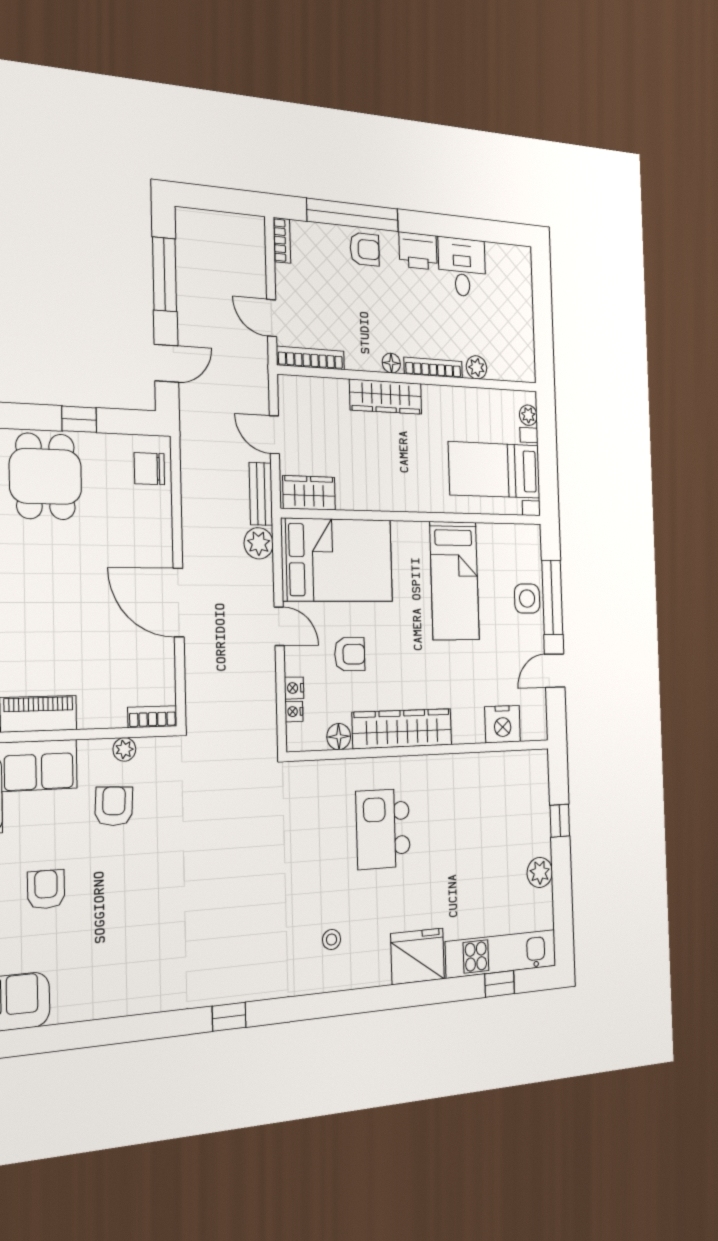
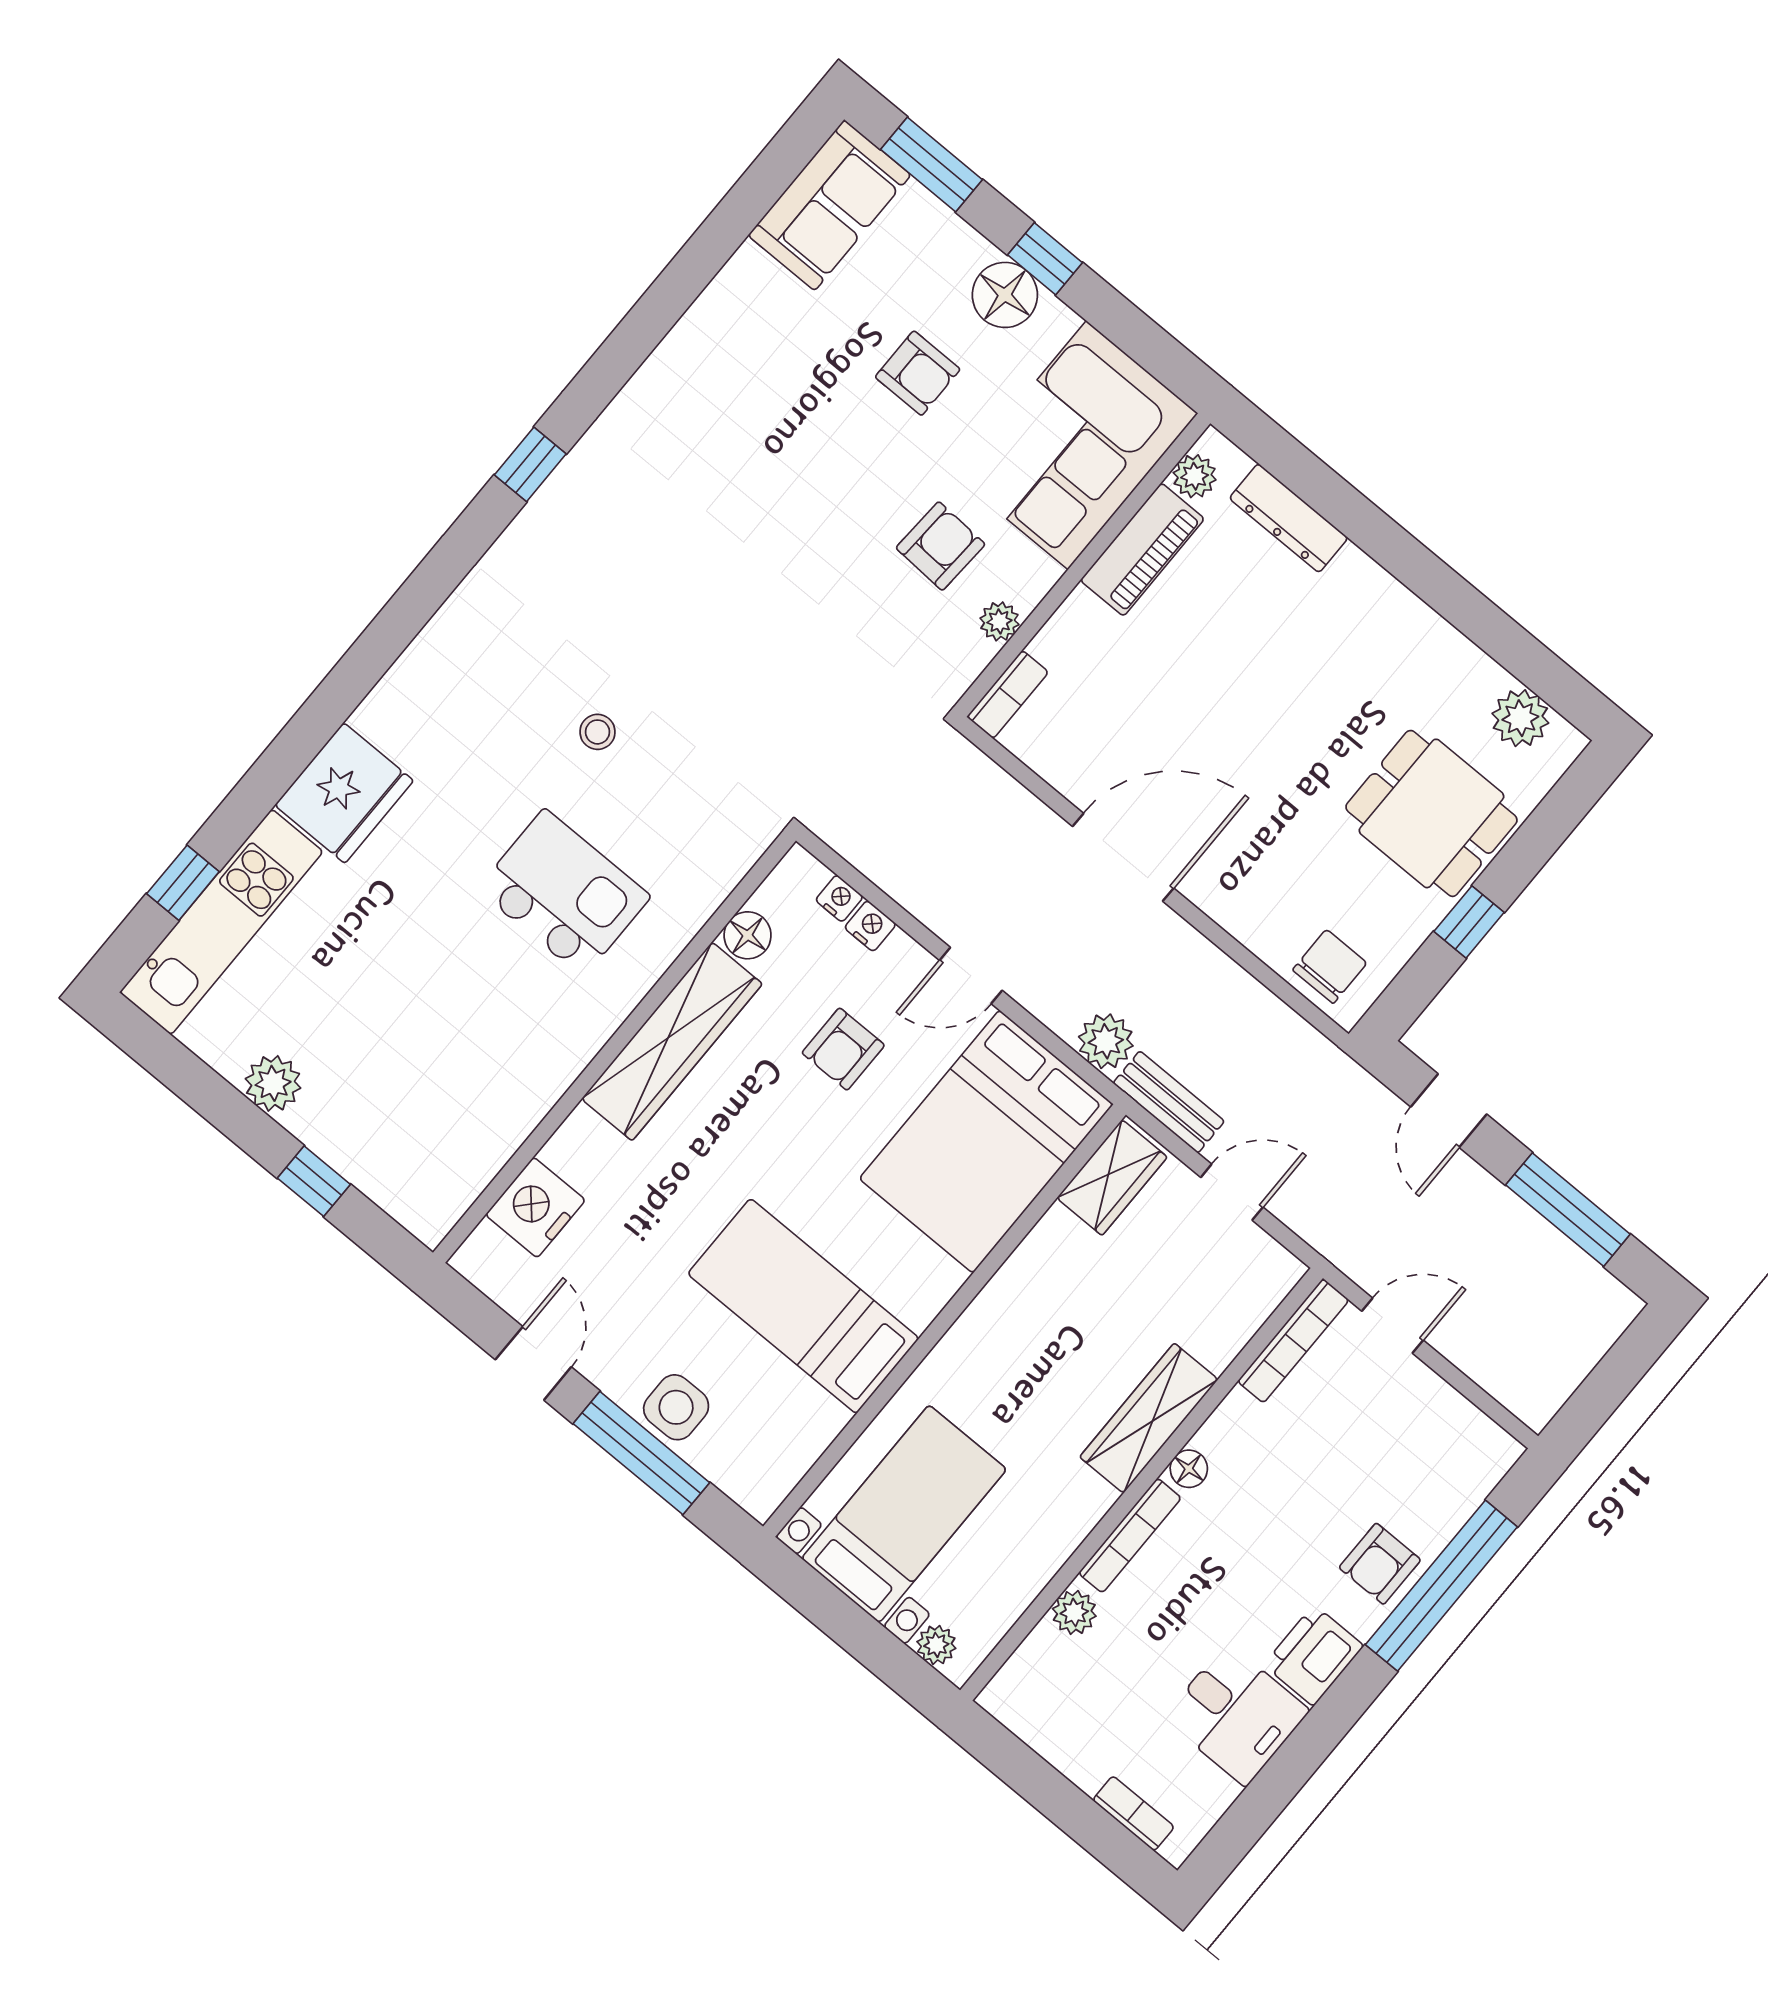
bookcase: (282, 240) -> (1133, 1813), moved, turned 180
armchair: (114, 806) -> (941, 546), turned -90
stool: (332, 939) -> (598, 732), moved

